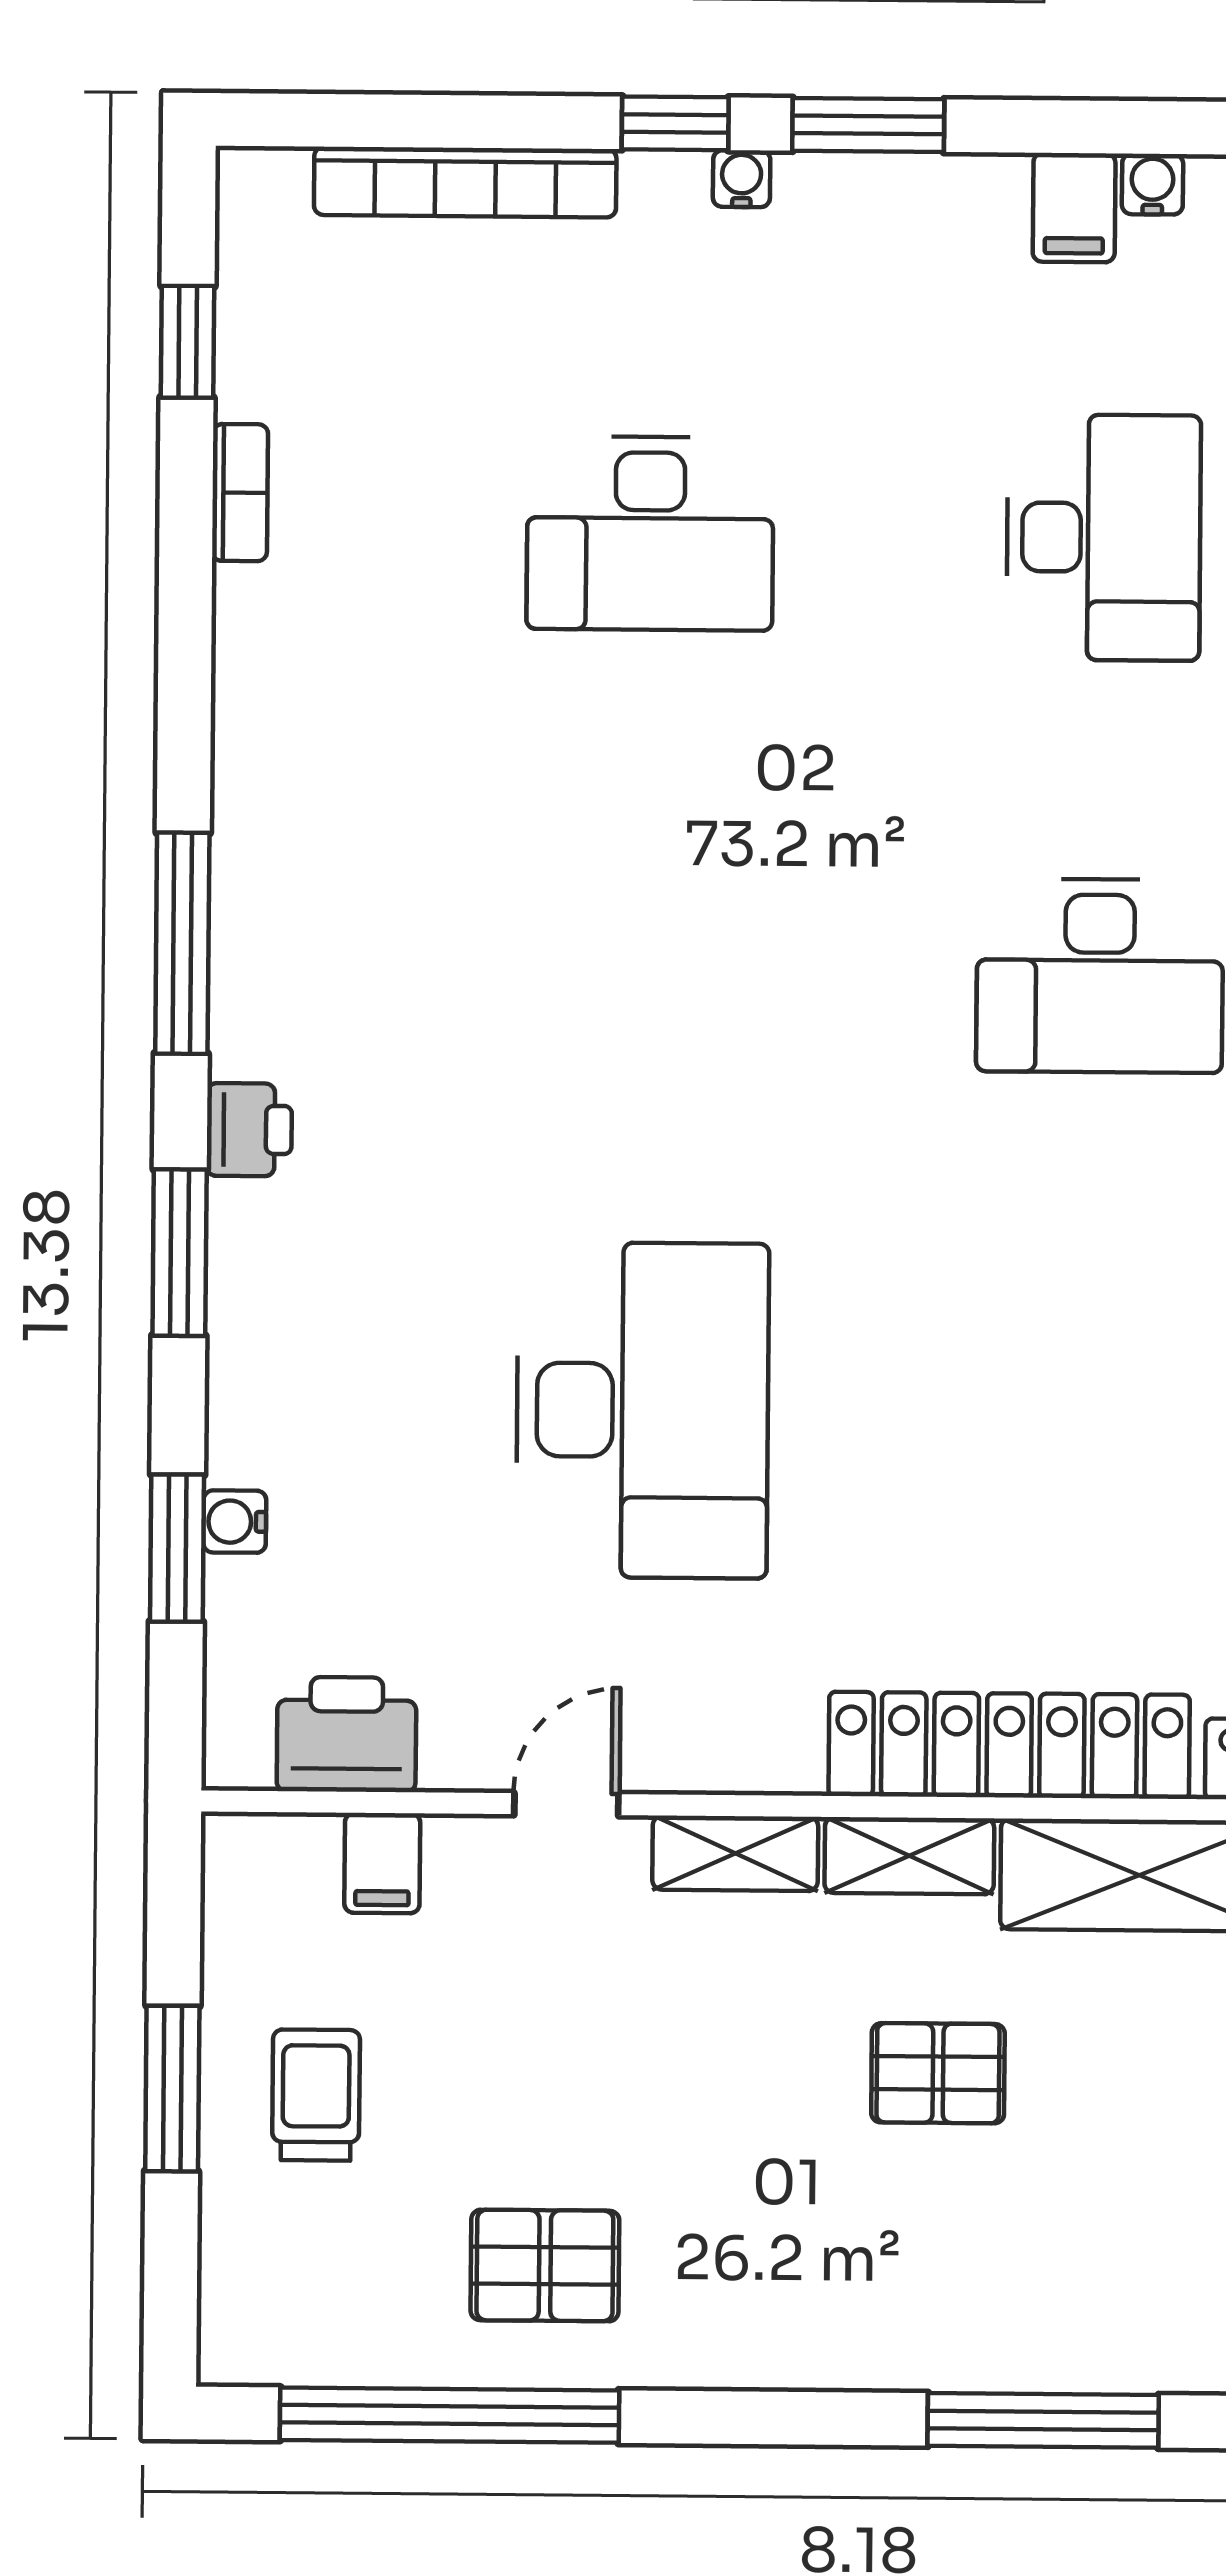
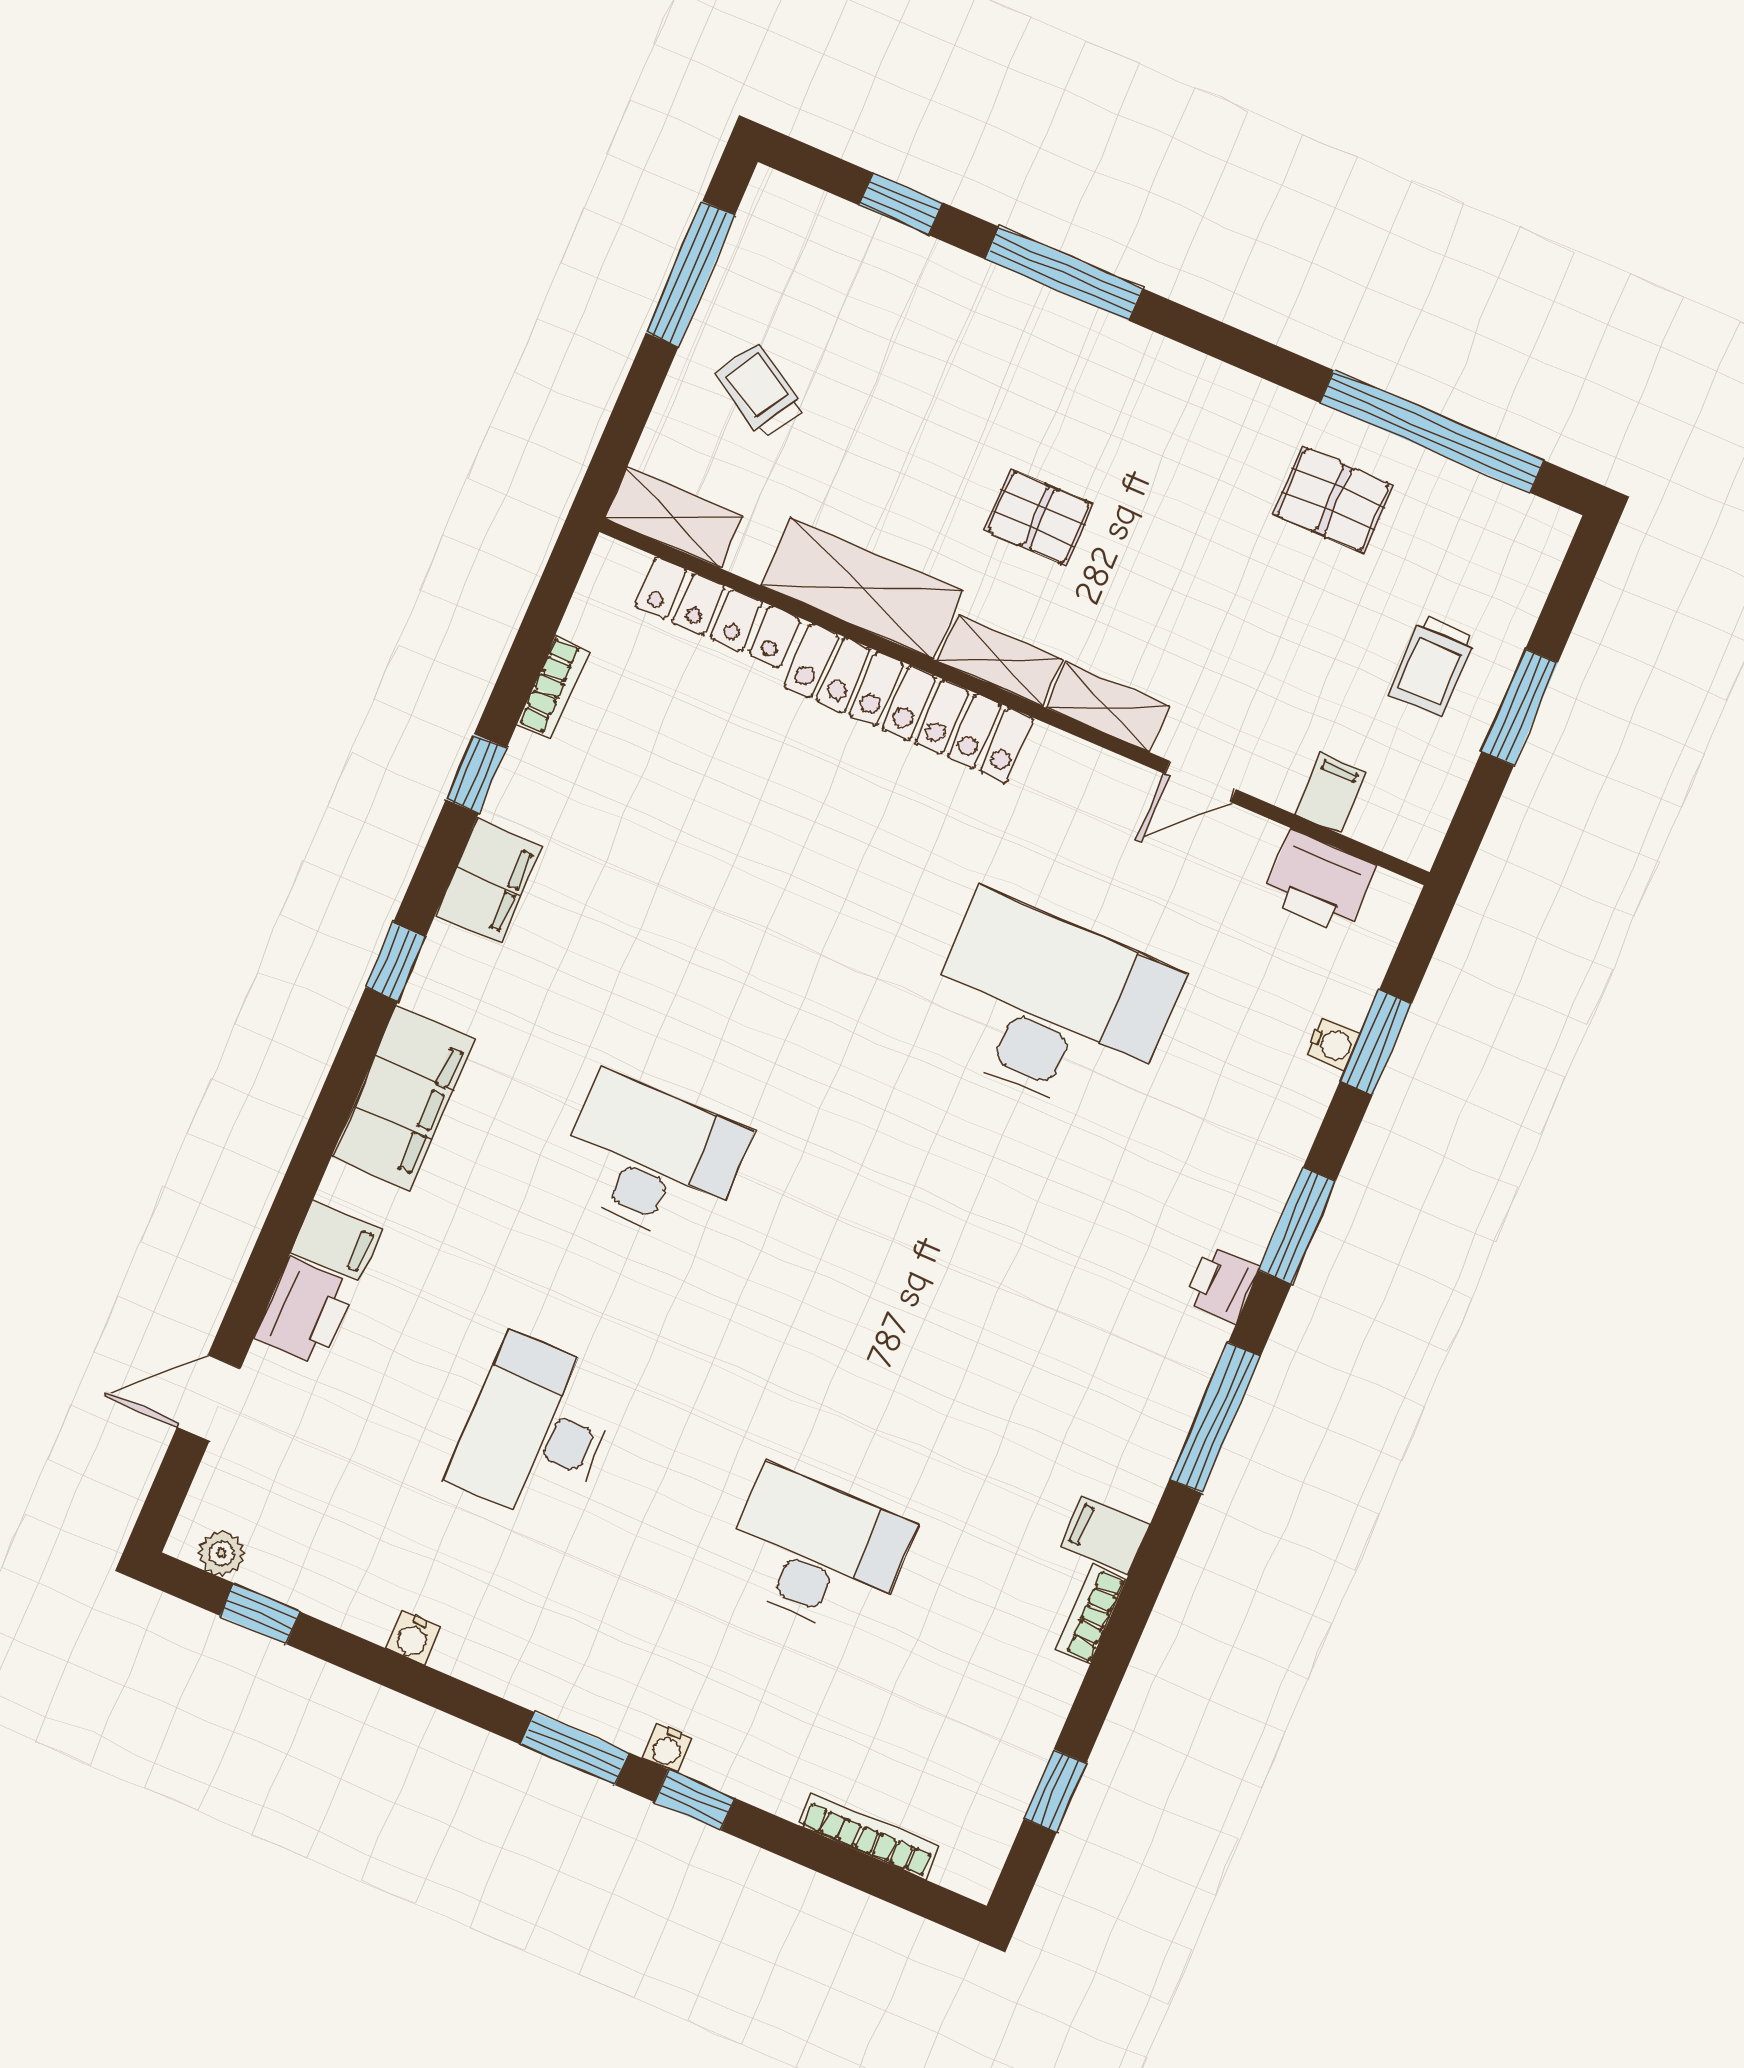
bookcase: (465, 182) -> (869, 1836), width x0.68, depth x0.76
filing cabinet: (1074, 208) -> (1106, 1535), moved, turned -90
bookcase: (240, 493) -> (1091, 1614), moved
desk: (642, 1410) -> (1050, 1007), turned 90

